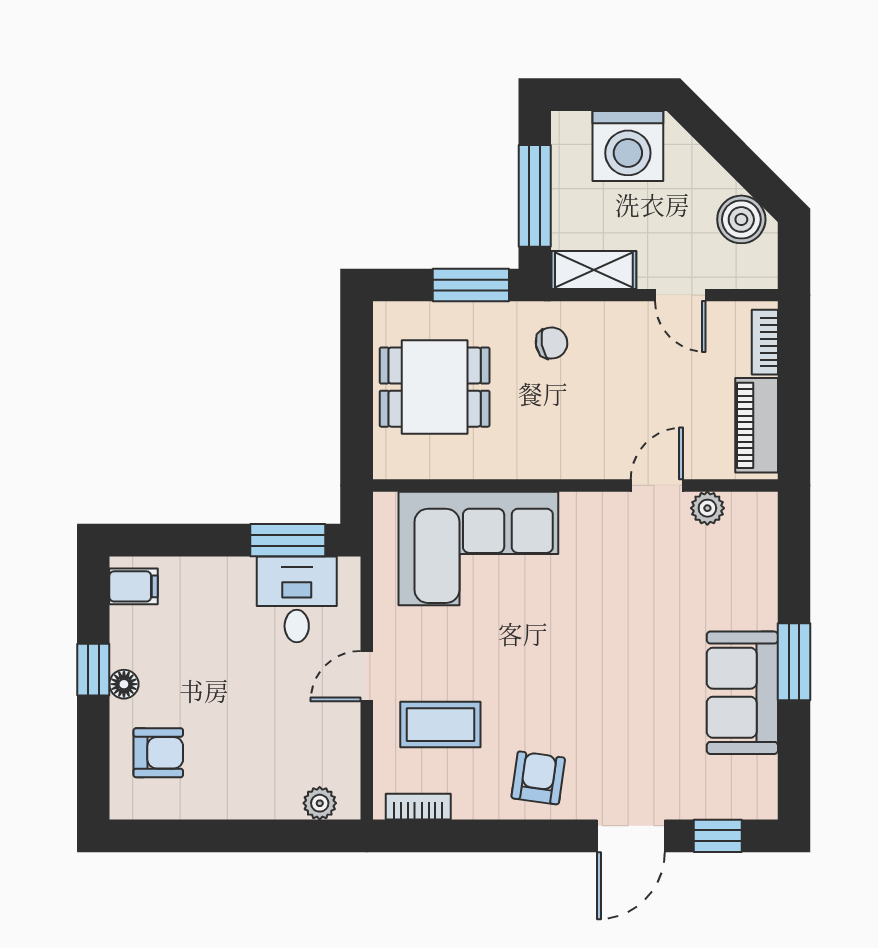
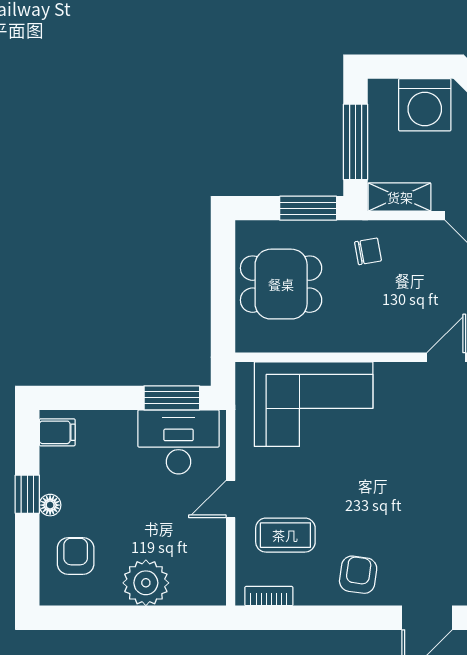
desk: (297, 599) -> (179, 442), width x1.37
armchair: (158, 753) -> (76, 556), turned -90
plant: (320, 803) -> (146, 583), moved, width x1.87, depth x1.87

